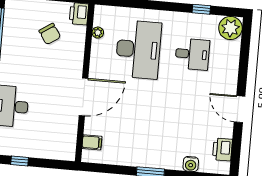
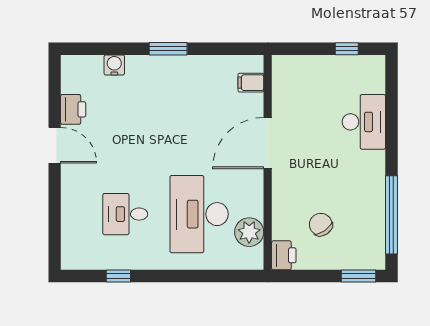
plant: (230, 28) -> (77, 254), removed
plant: (98, 33) -> (249, 232), width x1.87, depth x1.87
printer: (222, 149) -> (73, 109), moved

